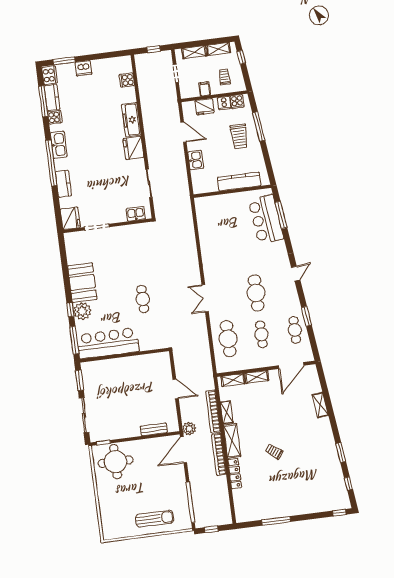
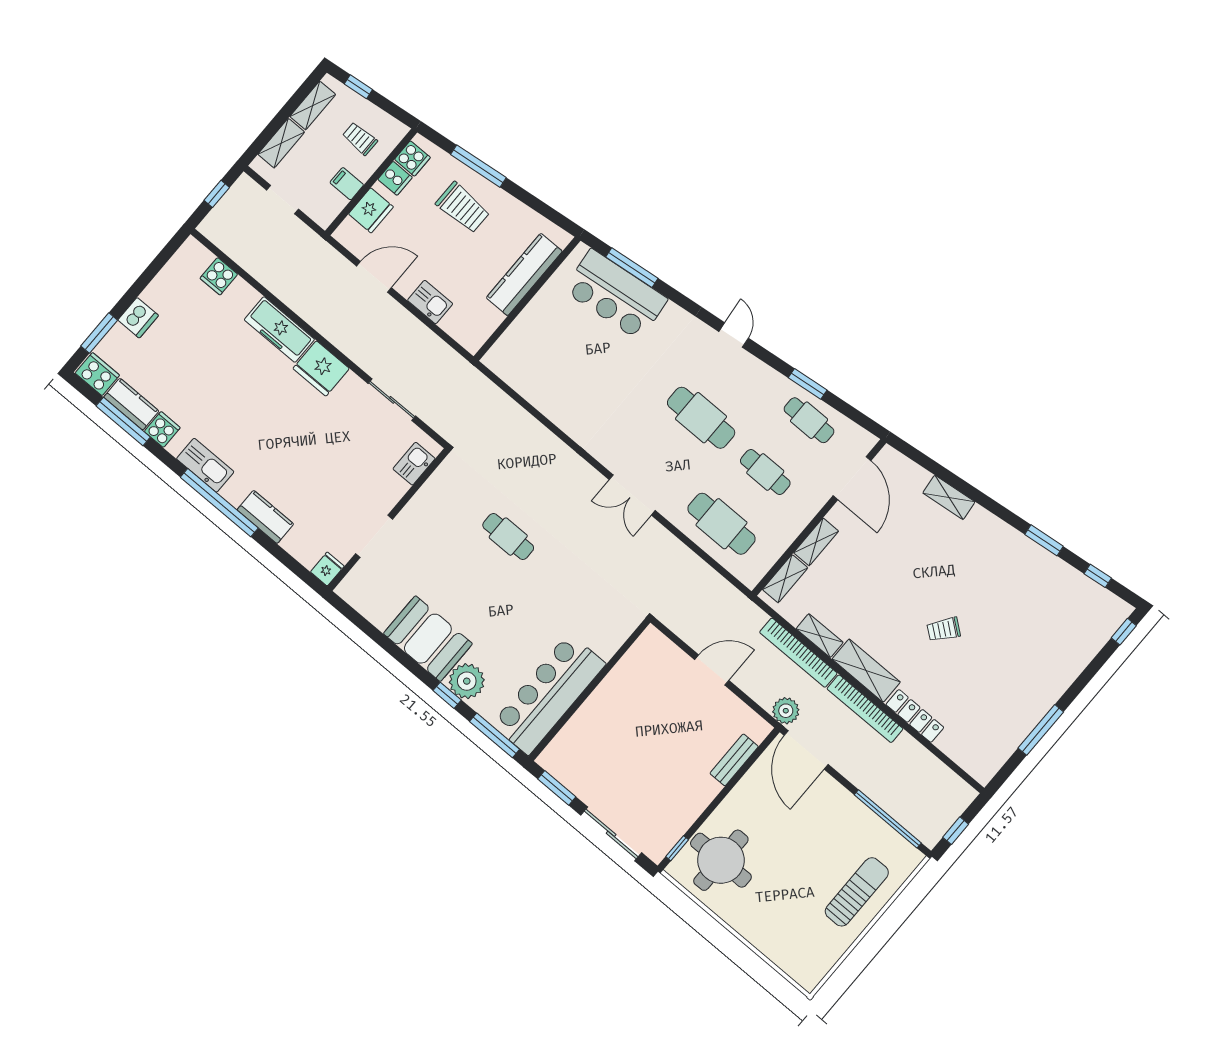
fridge: (70, 218) -> (327, 569), width x0.53, depth x0.75
cafe table: (143, 299) -> (508, 537), moved

